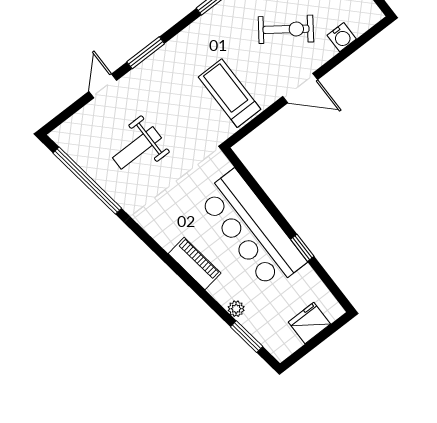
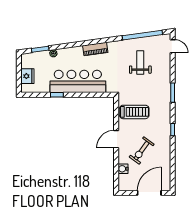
door: (103, 86) -> (173, 46), moved
piano: (195, 263) -> (95, 49), moved

